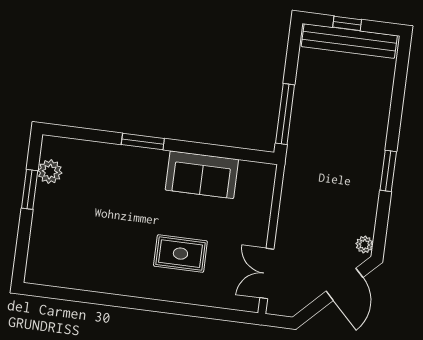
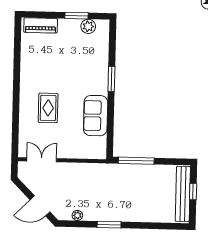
plant: (364, 245) -> (77, 215), moved
piano: (40, 252) -> (41, 25), added

